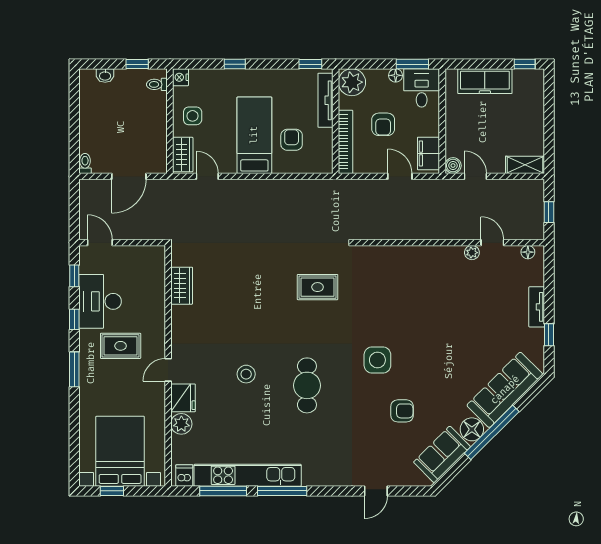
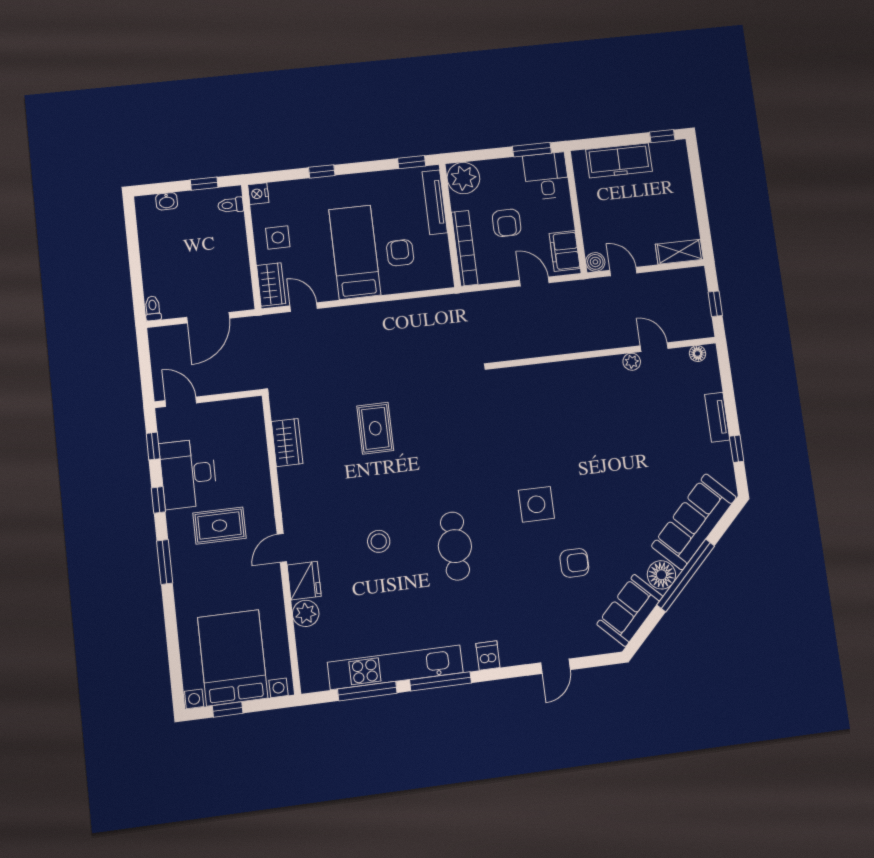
floor lamp: (396, 75) -> (514, 165), removed
rug: (318, 287) -> (375, 428), moved, turned 90
dishwasher: (184, 475) -> (488, 655), moved

